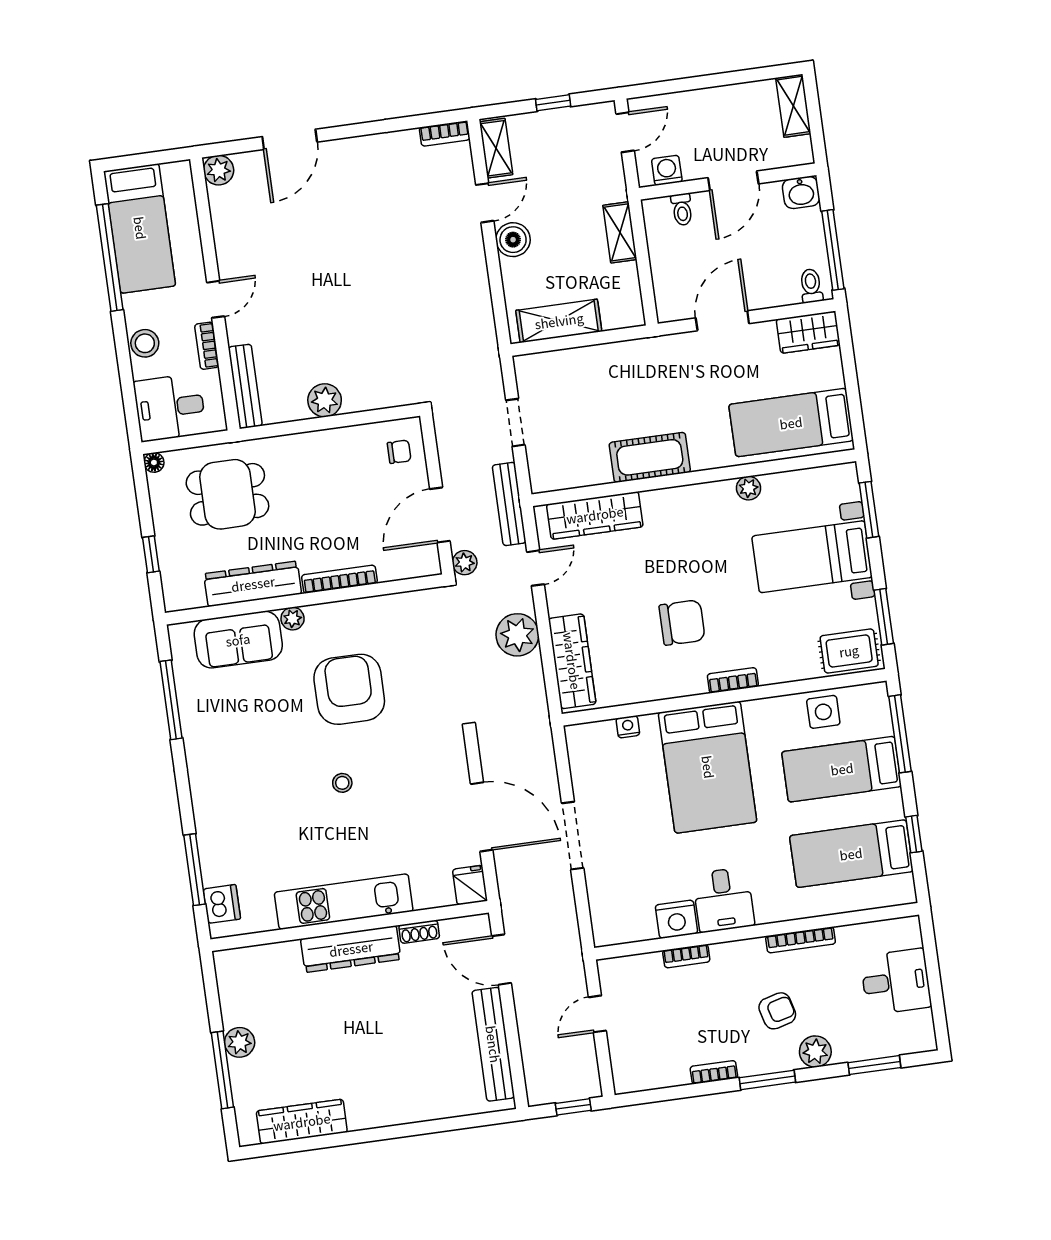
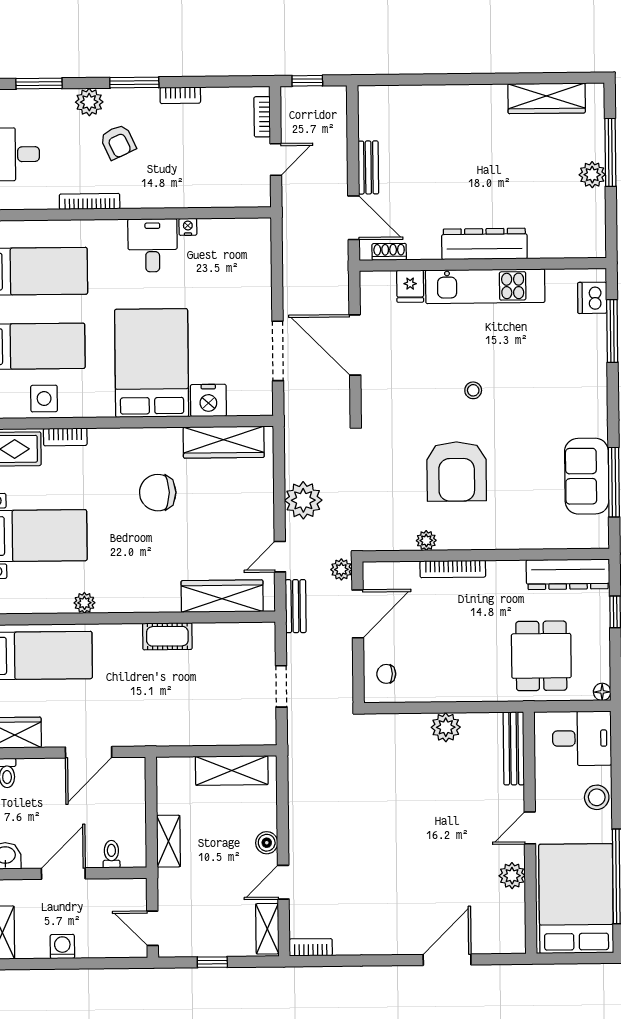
door: (625, 132) -> (153, 928), hinge flipped
plant: (219, 170) -> (512, 876), moved
washing machine: (667, 170) -> (62, 946), moved, turned 180
bed: (140, 228) -> (576, 899), width x1.50
boiler: (513, 240) -> (267, 843), width x0.73, depth x0.73
bookcase: (207, 346) -> (543, 788), removed
cot: (650, 457) -> (167, 636), width x0.73, depth x0.75
dining table: (227, 494) -> (541, 656), turned 90
bench: (509, 504) -> (296, 606), width x0.73
dresser: (253, 584) -> (568, 574), moved
plant: (293, 619) -> (426, 540), moved
sofa: (238, 640) -> (587, 476), moved, turned -90
wardrobe: (572, 661) -> (224, 442), moved, turned -90
bookcase: (733, 680) -> (65, 437), moved
nightstand: (628, 727) -> (208, 400), width x1.89, depth x1.79
doorway: (573, 836) -> (278, 351), moved
fridge: (470, 885) -> (410, 286), moved
nightstand: (676, 919) -> (188, 227), width x0.53, depth x0.56
shoe rack: (419, 932) -> (389, 252), moved
bookcase: (686, 956) -> (262, 117), moved, turned -90
armchair: (777, 1011) -> (118, 142), turned -100
bench: (493, 1044) -> (368, 167), width x0.54, depth x0.82

